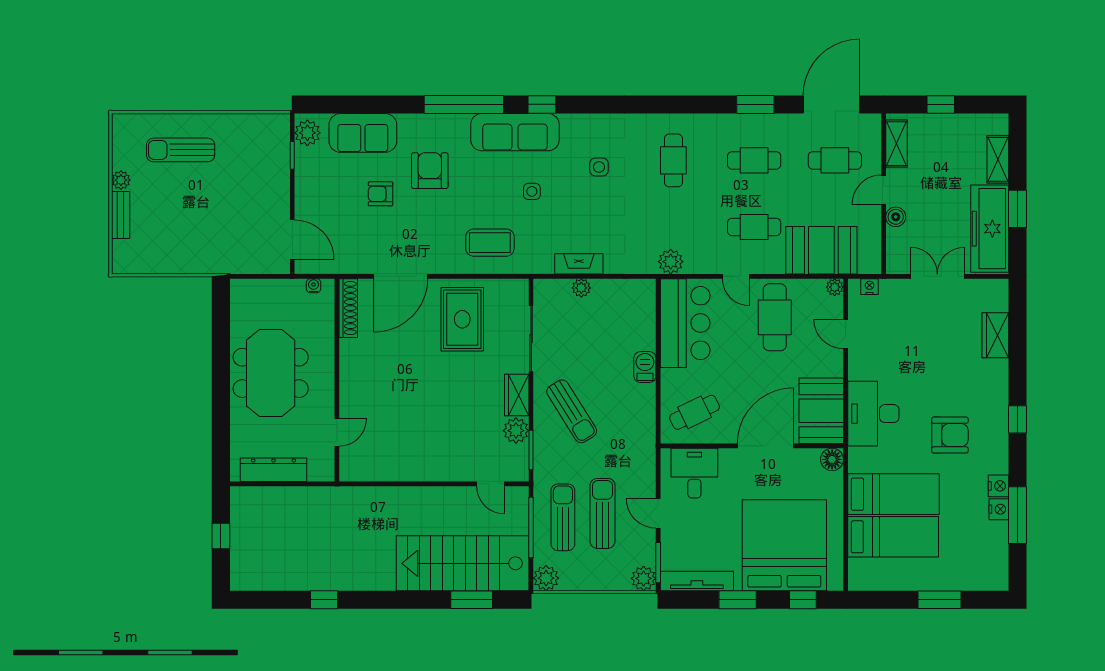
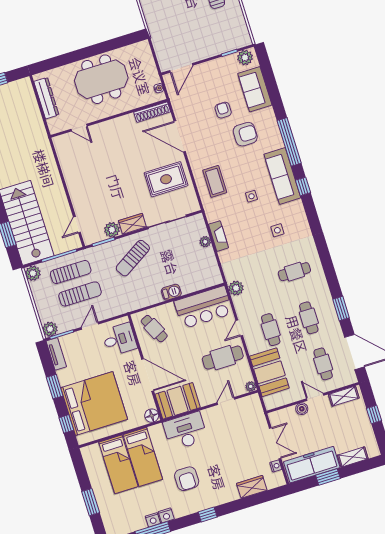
nightstand: (870, 287) -> (276, 466), moved
tv unit: (697, 581) -> (56, 354), width x0.71

